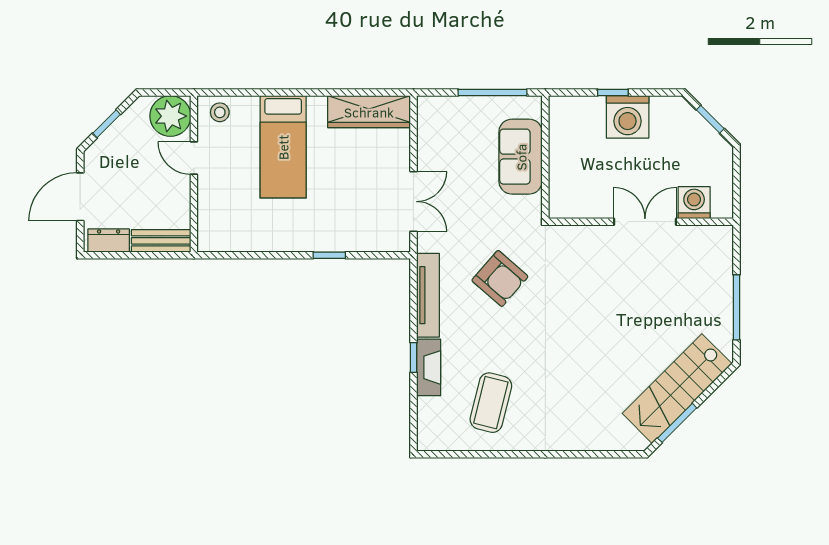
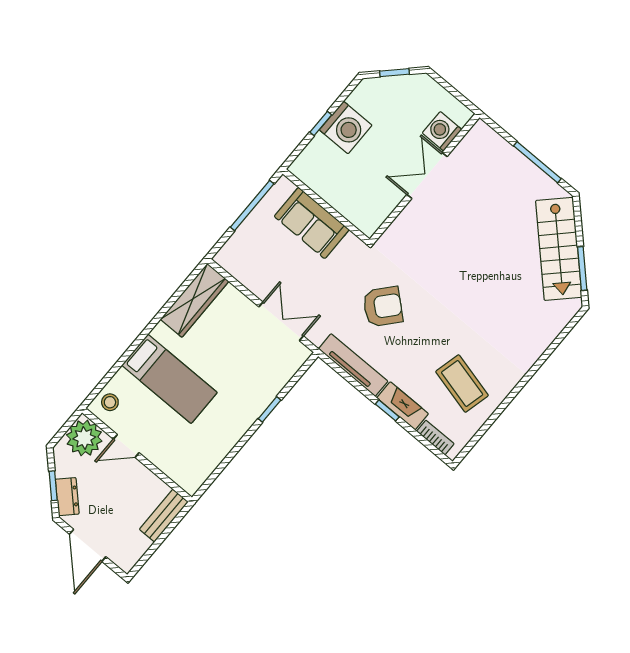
dresser: (109, 241) -> (67, 497), moved, turned 135
bookcase: (425, 419) -> (435, 438), added

